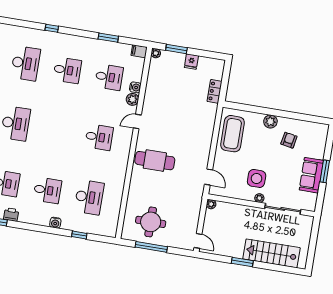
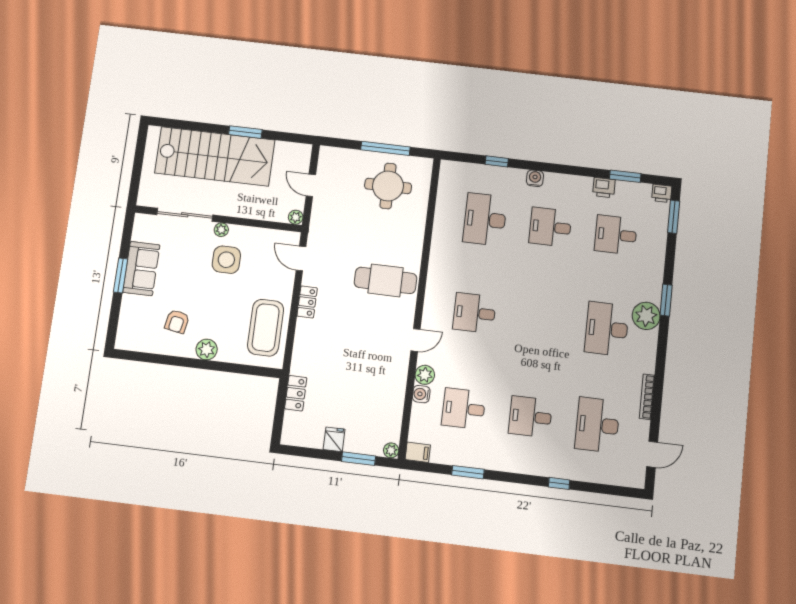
locker: (205, 149) -> (307, 302), added
door: (198, 241) -> (311, 185), moved
stairs: (271, 253) -> (215, 156), width x1.36, depth x1.51

